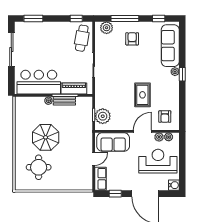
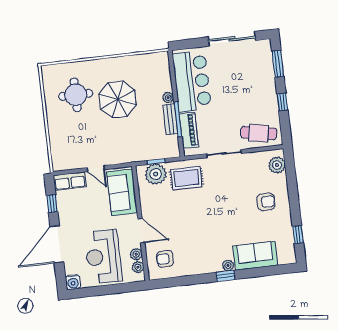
window: (76, 18) -> (282, 102), moved
window: (125, 18) -> (293, 189), removed
sofa: (170, 46) -> (255, 256), width x0.73
rug: (142, 95) -> (186, 178), moved
reception desk: (158, 161) -> (103, 257), turned 180

